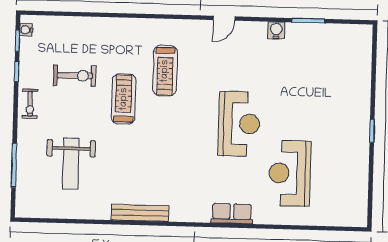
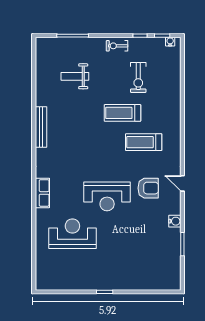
armchair: (229, 66) -> (148, 188), added
treadmill: (124, 99) -> (122, 113), turned 180
weight bench: (71, 164) -> (75, 76), width x0.73, depth x0.75

